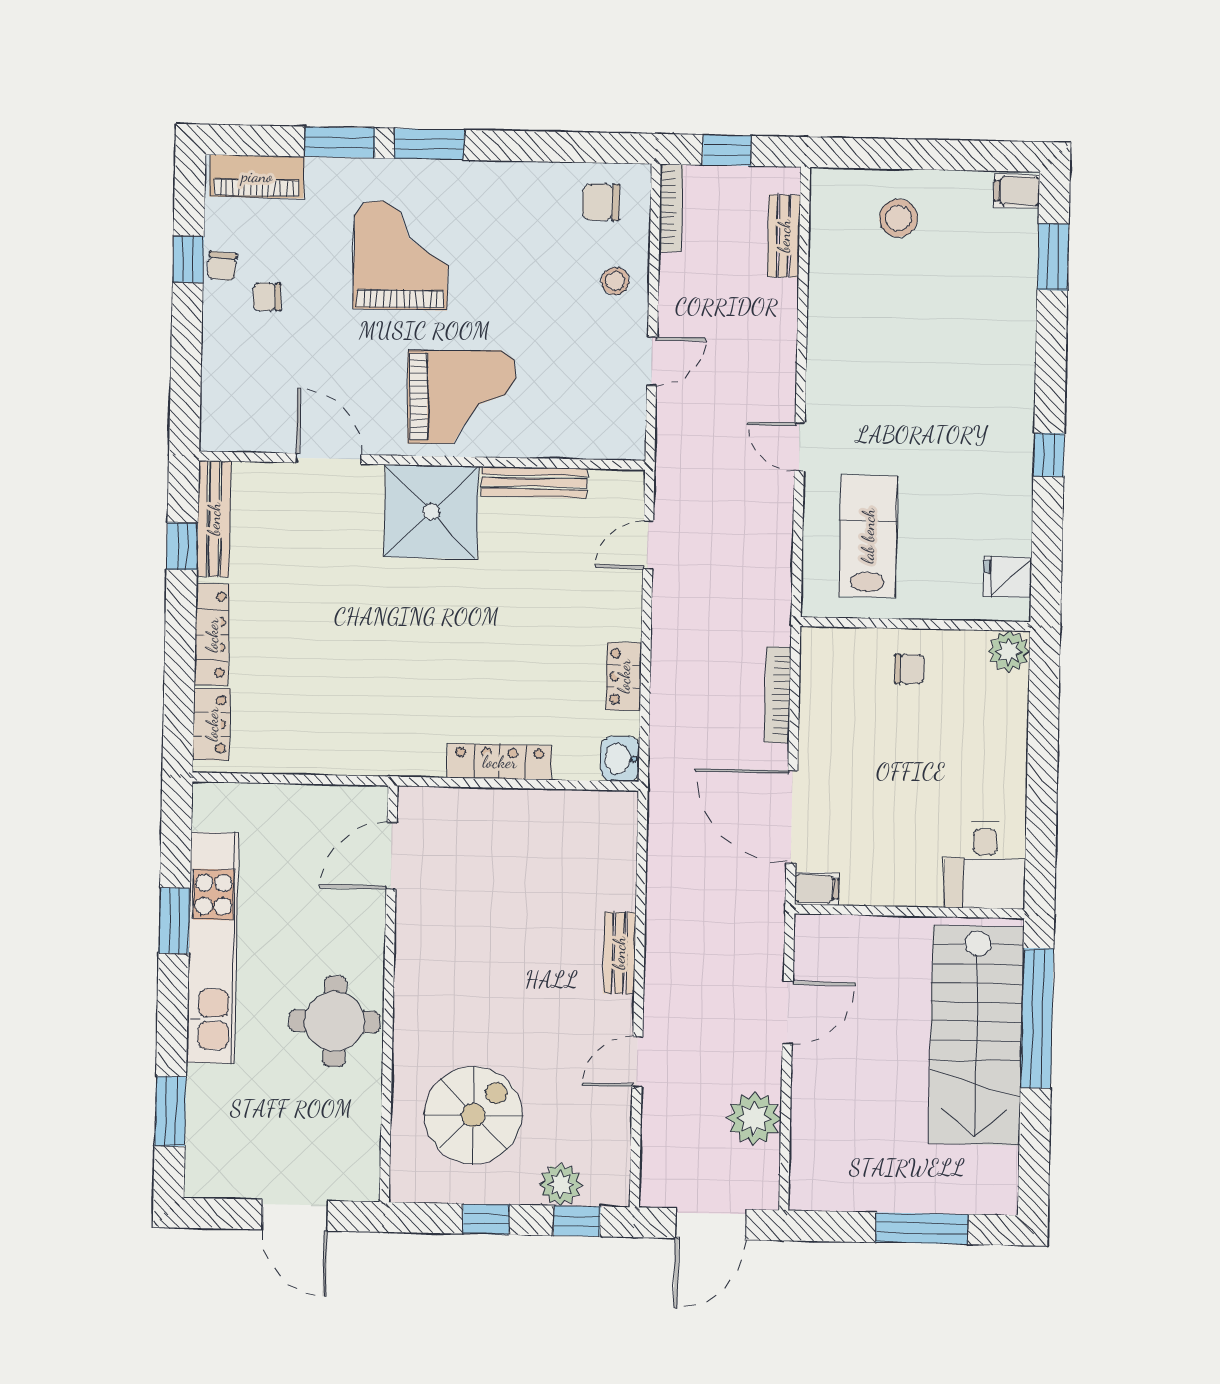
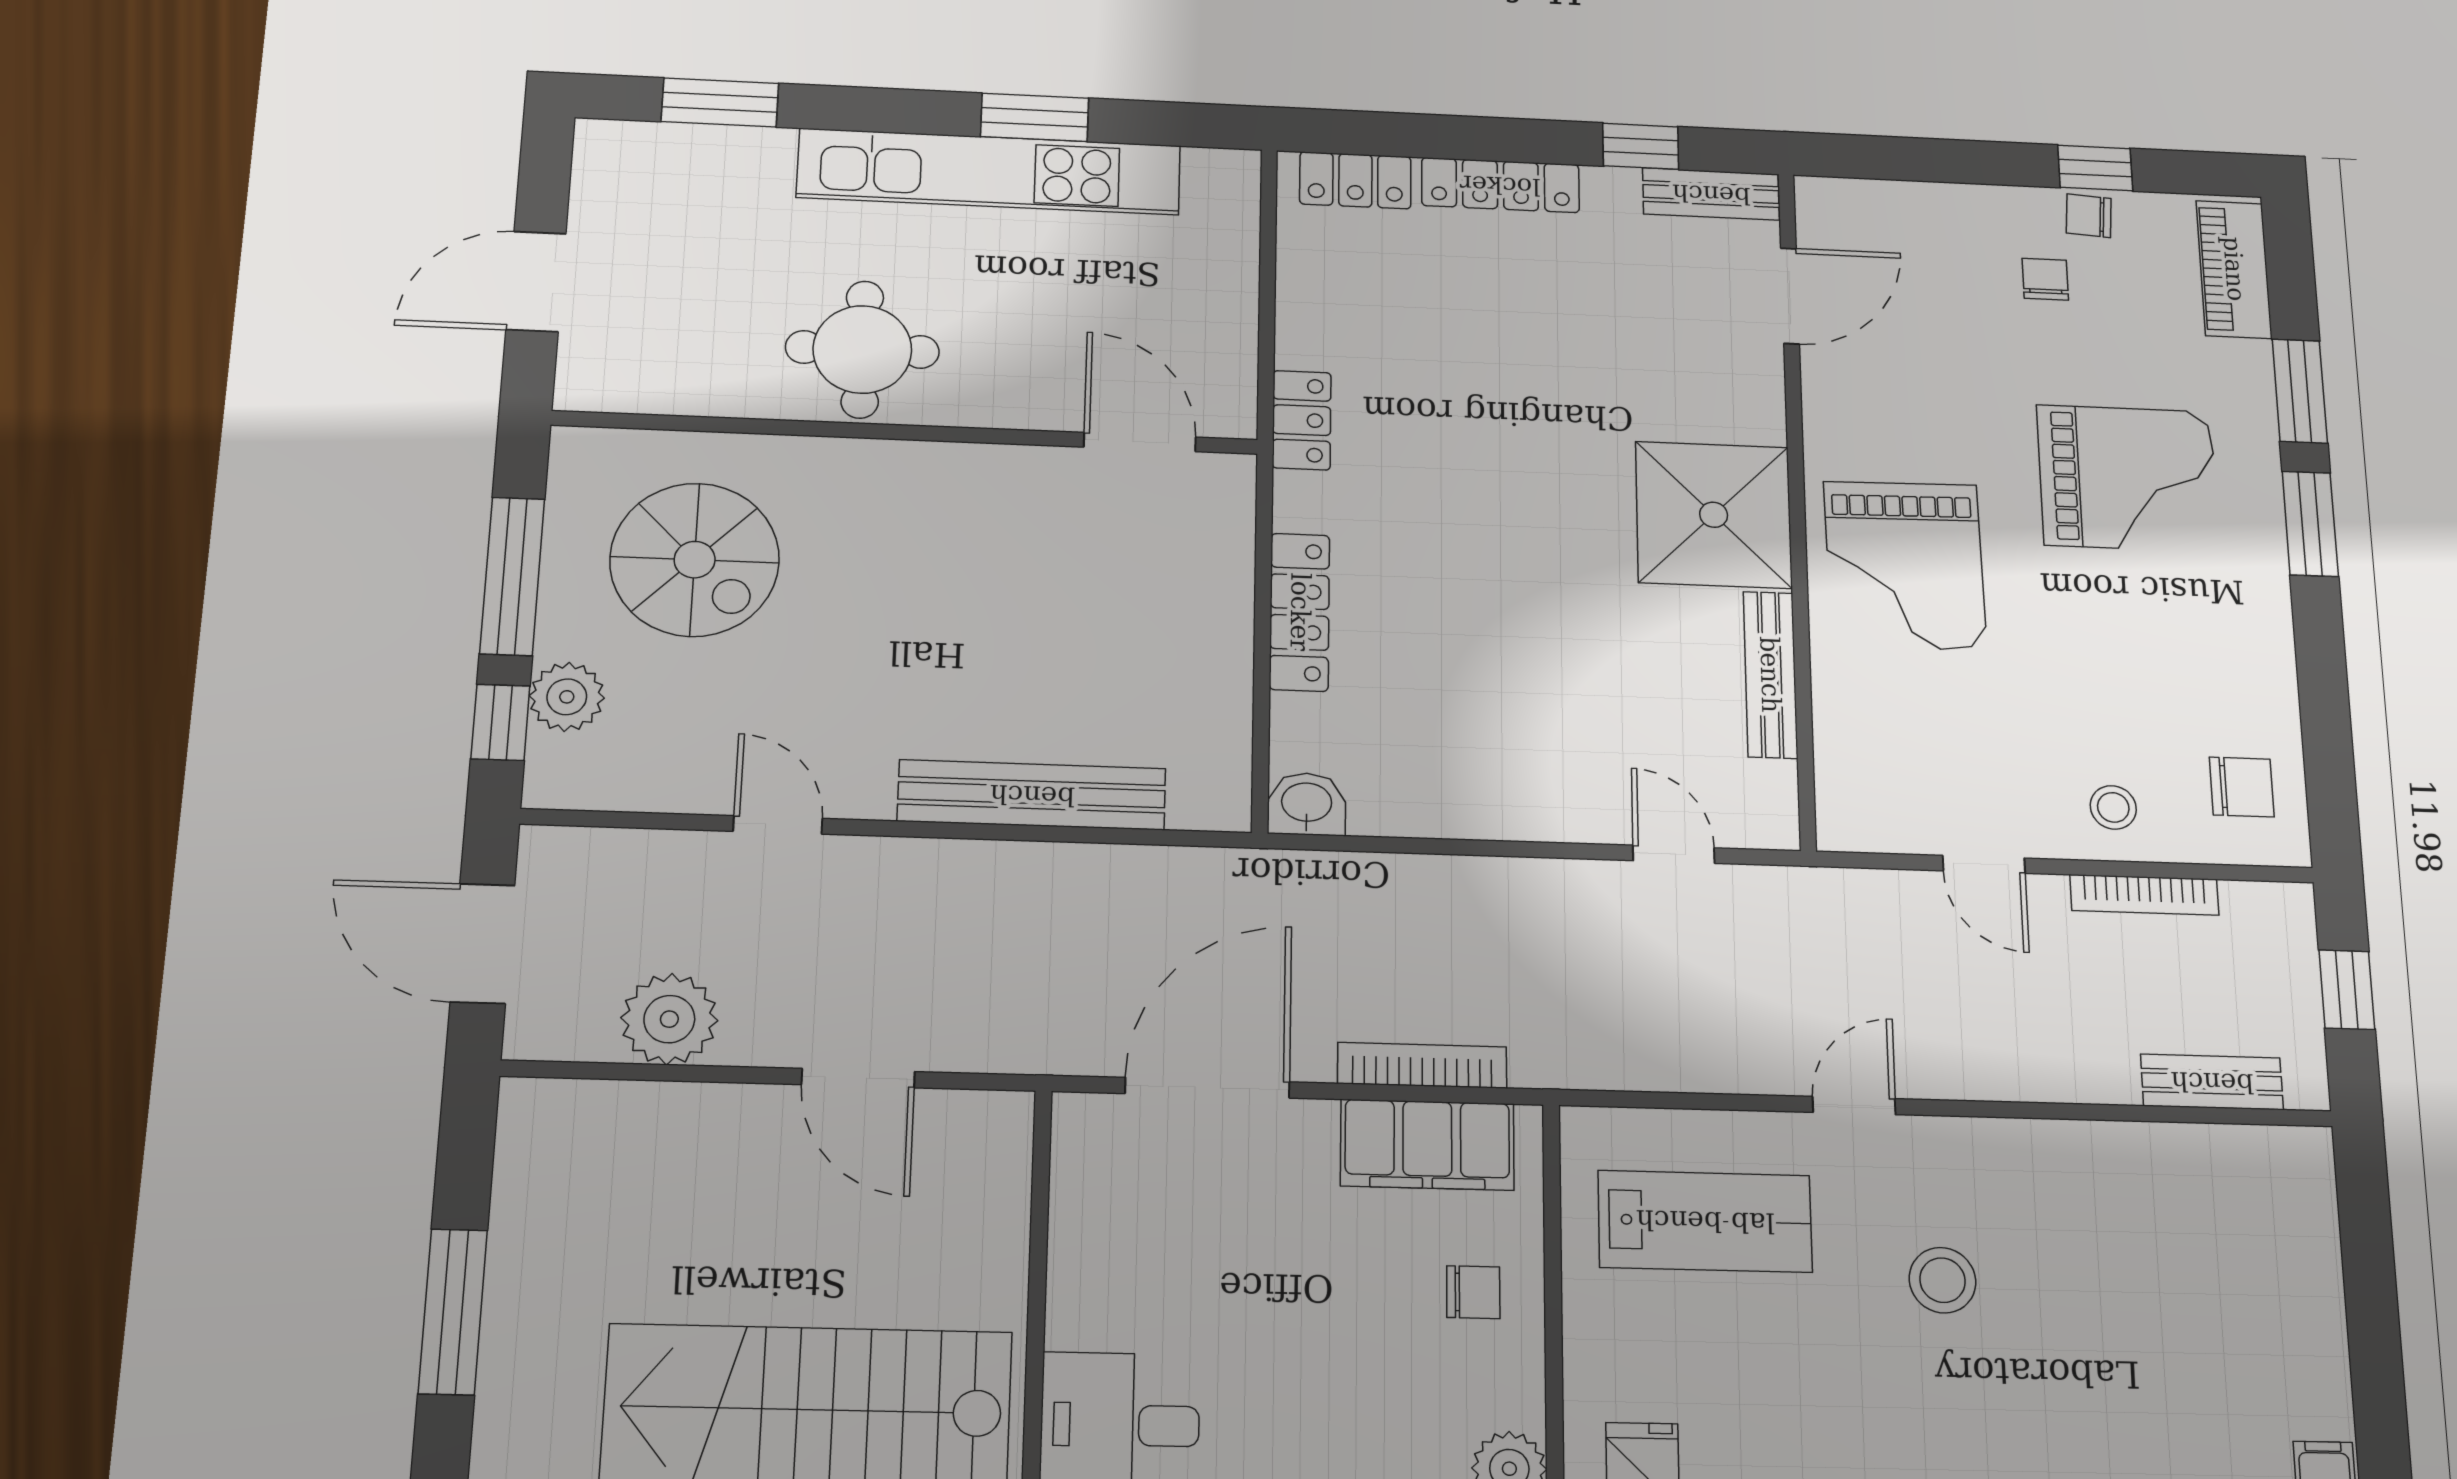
chair: (601, 202) -> (2242, 787), turned 90
bookcase: (671, 208) -> (2144, 895), moved
stool: (898, 218) -> (1942, 1280), moved
door: (329, 459) -> (1790, 296), moved
bench: (214, 519) -> (1711, 194), width x0.73
chair: (910, 669) -> (1473, 1292), turned -90
locker: (624, 676) -> (1302, 420), moved, turned 90
filing cabinet: (817, 889) -> (1427, 1145), moved, width x3.00, depth x1.17
bench: (619, 953) -> (1032, 795), width x1.86, depth x1.21
window: (486, 1219) -> (512, 576), width x2.17

